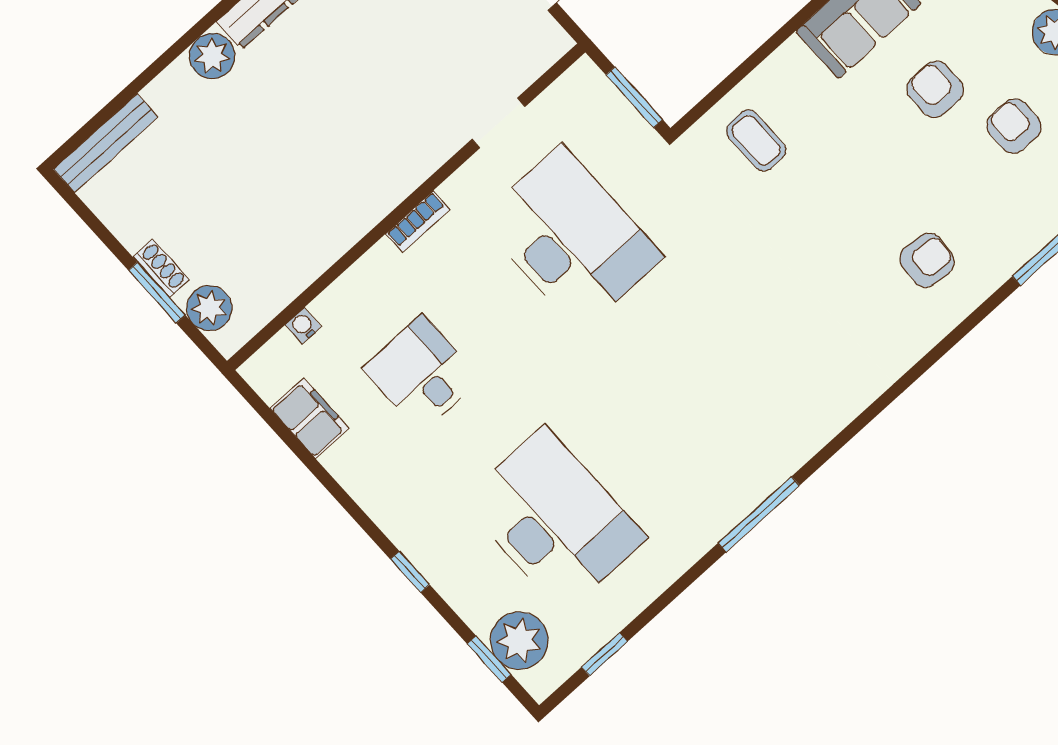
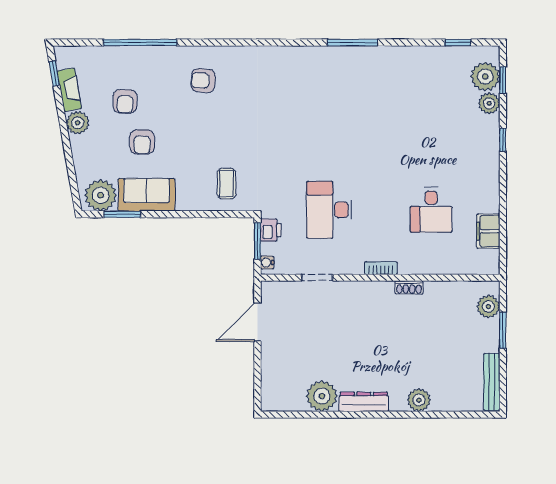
plant: (212, 56) -> (419, 400), moved
printer: (630, 131) -> (271, 230), added
bench: (106, 143) -> (492, 382), moved, turned 90
desk: (571, 238) -> (329, 210), width x0.73, depth x0.77
shoe rack: (161, 268) -> (409, 287), moved, turned -90
water cooler: (303, 326) -> (267, 262), moved, turned 90
desk: (554, 519) -> (431, 110), removed
plant: (478, 607) -> (489, 103), added

